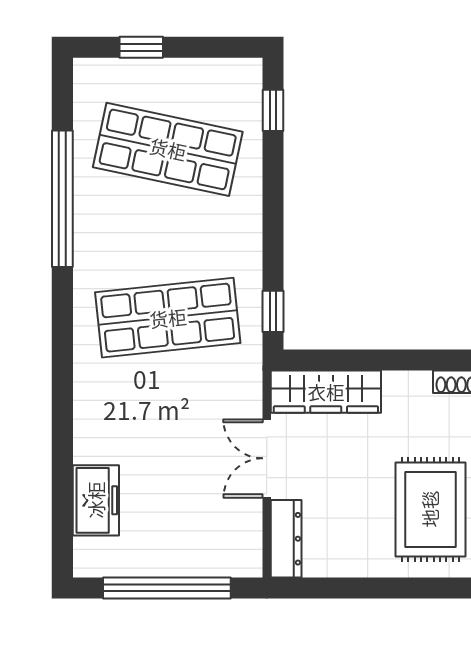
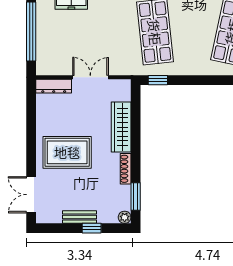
wardrobe: (326, 392) -> (121, 127), moved

